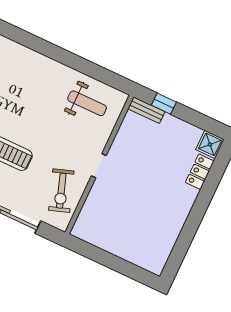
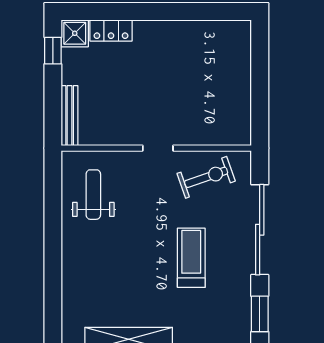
window: (164, 104) -> (53, 51), moved
bench: (146, 110) -> (70, 116), width x1.36

